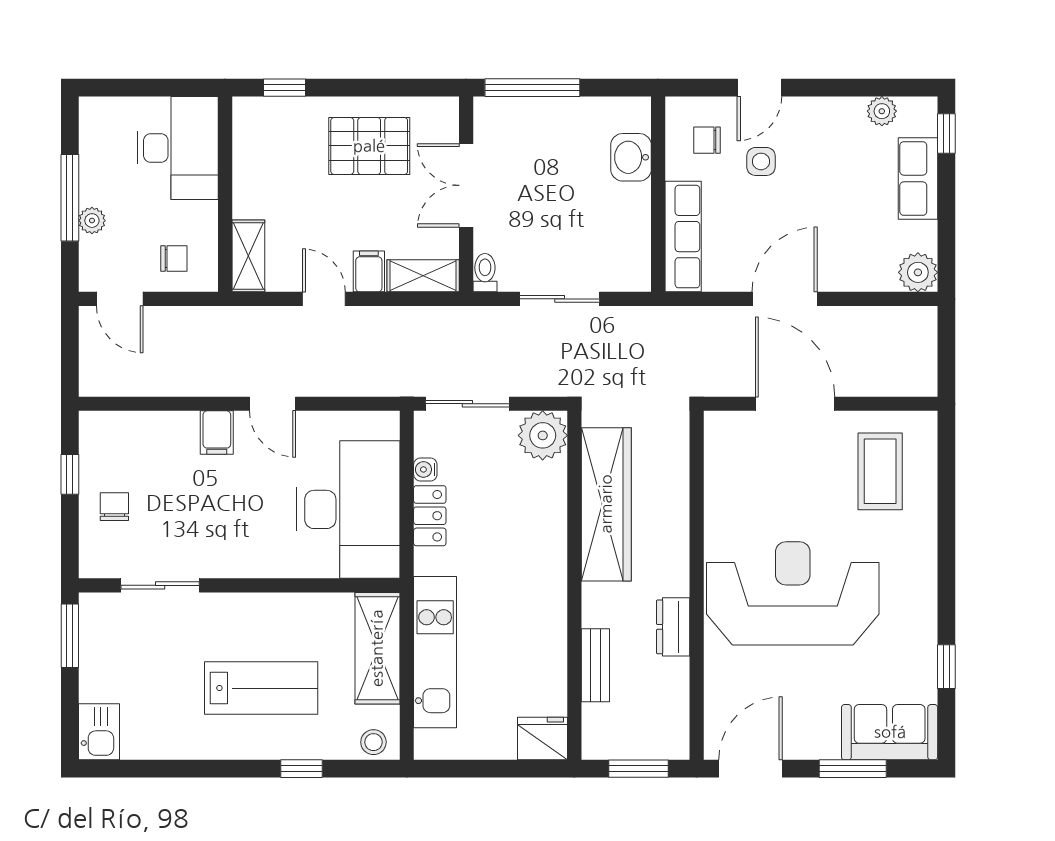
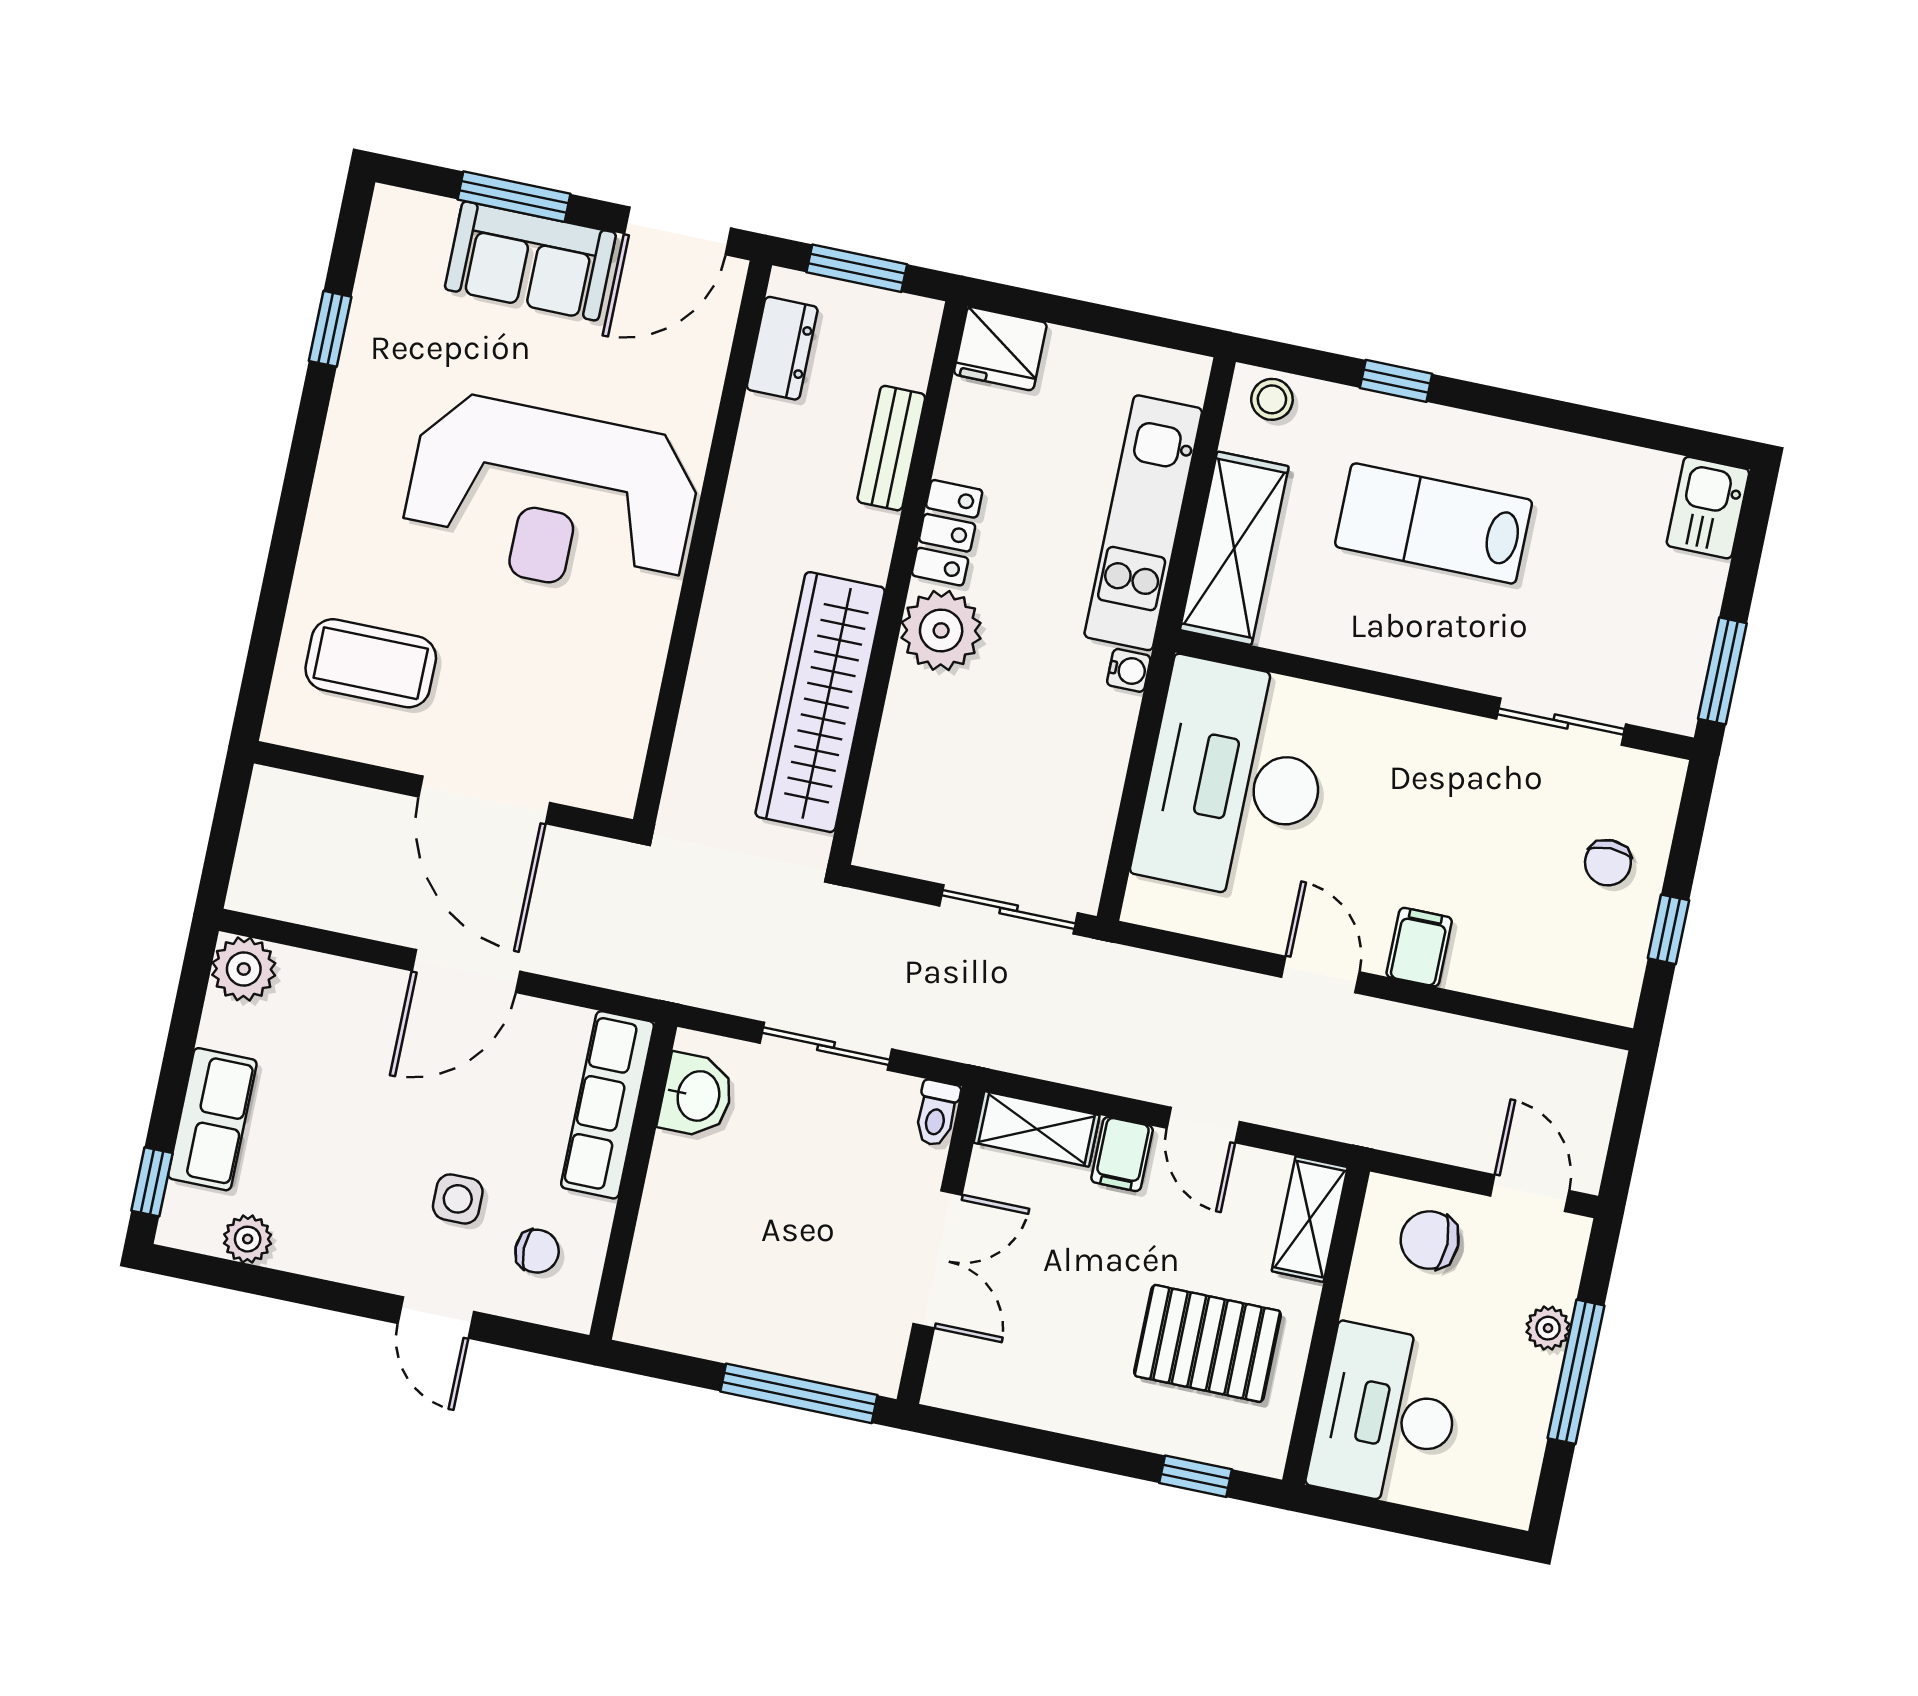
door: (759, 88) -> (436, 1317), swing flipped
pallet: (369, 146) -> (1207, 1343), moved
washbasin: (631, 157) -> (696, 1096), moved
chair: (174, 258) -> (1430, 1240), width x1.37, depth x1.37
plant: (543, 435) -> (941, 630), moved
water cooler: (425, 469) -> (1129, 670), moved
coffee table: (880, 471) -> (371, 663), turned 90
locker: (430, 516) -> (947, 533), moved, turned 180
dresser: (673, 627) -> (782, 348), moved
sofa: (890, 732) -> (530, 261), moved

